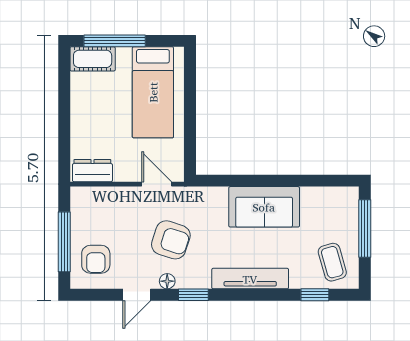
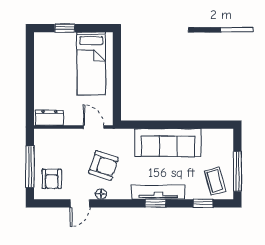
window: (115, 41) -> (65, 28), width x0.46
cot: (93, 59) -> (50, 41), removed
sofa: (264, 207) -> (168, 143), width x1.36
window: (365, 229) -> (237, 171), moved
window: (193, 295) -> (156, 203), moved

